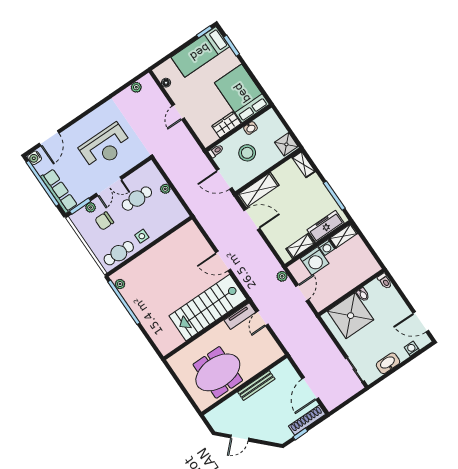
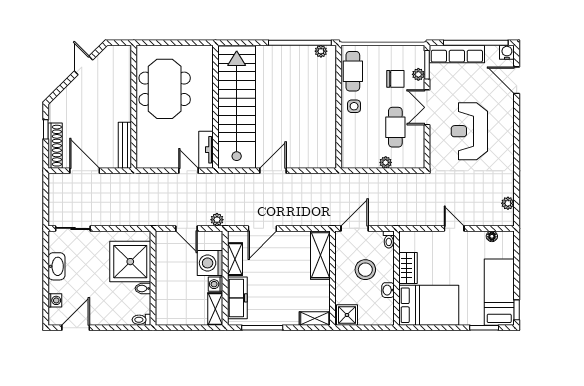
door: (252, 219) -> (262, 228), moved
chair: (104, 221) -> (395, 79), turned 90
stairs: (208, 308) -> (237, 107), width x1.36
bench: (256, 385) -> (125, 145), moved

